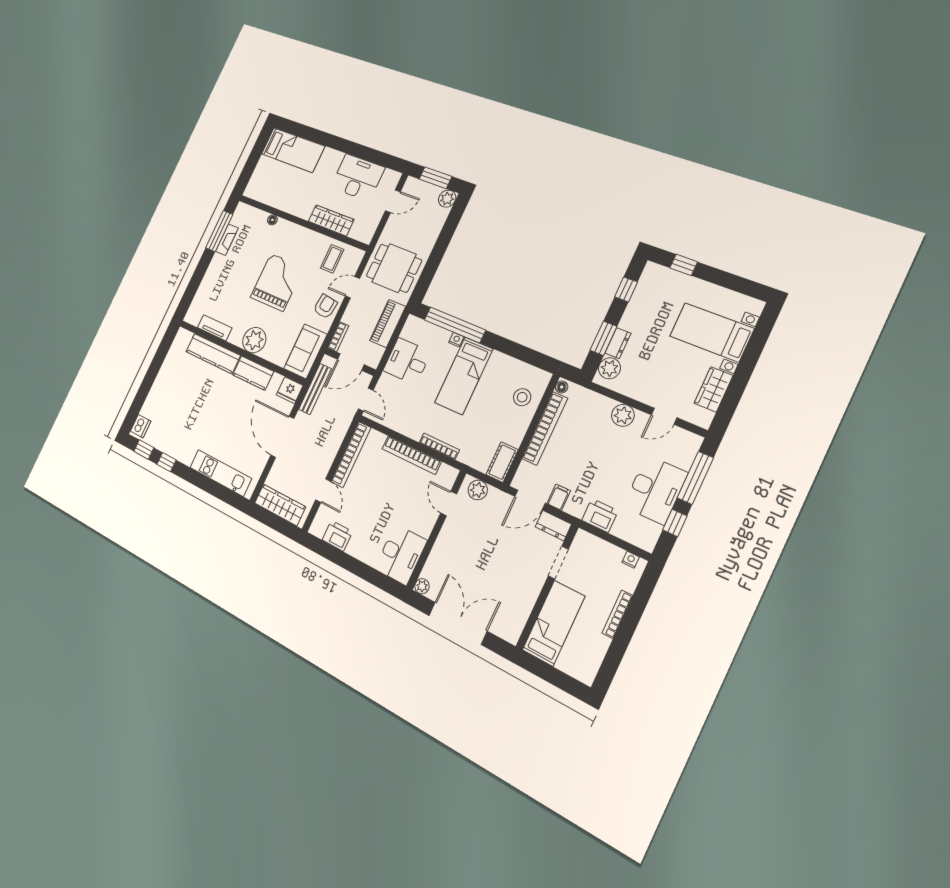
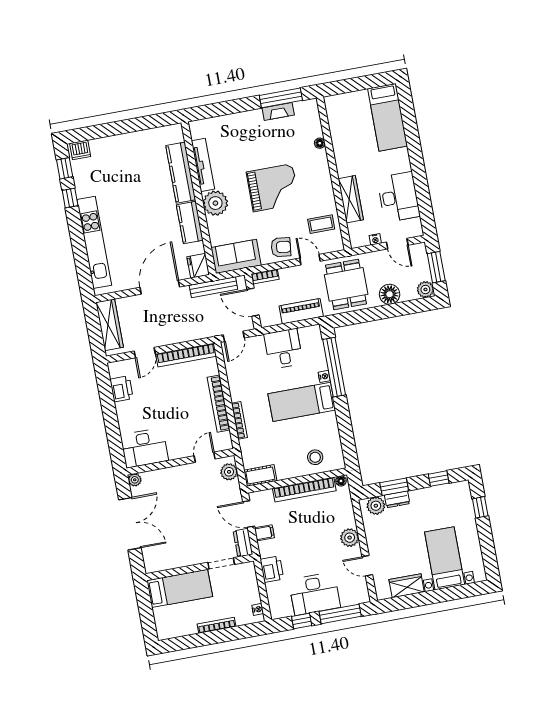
nightstand: (376, 219) -> (375, 239), added
floor lamp: (429, 234) -> (390, 294), added
tv unit: (215, 328) -> (203, 165), width x1.41
kitchen unit: (221, 473) -> (94, 242), width x1.36

